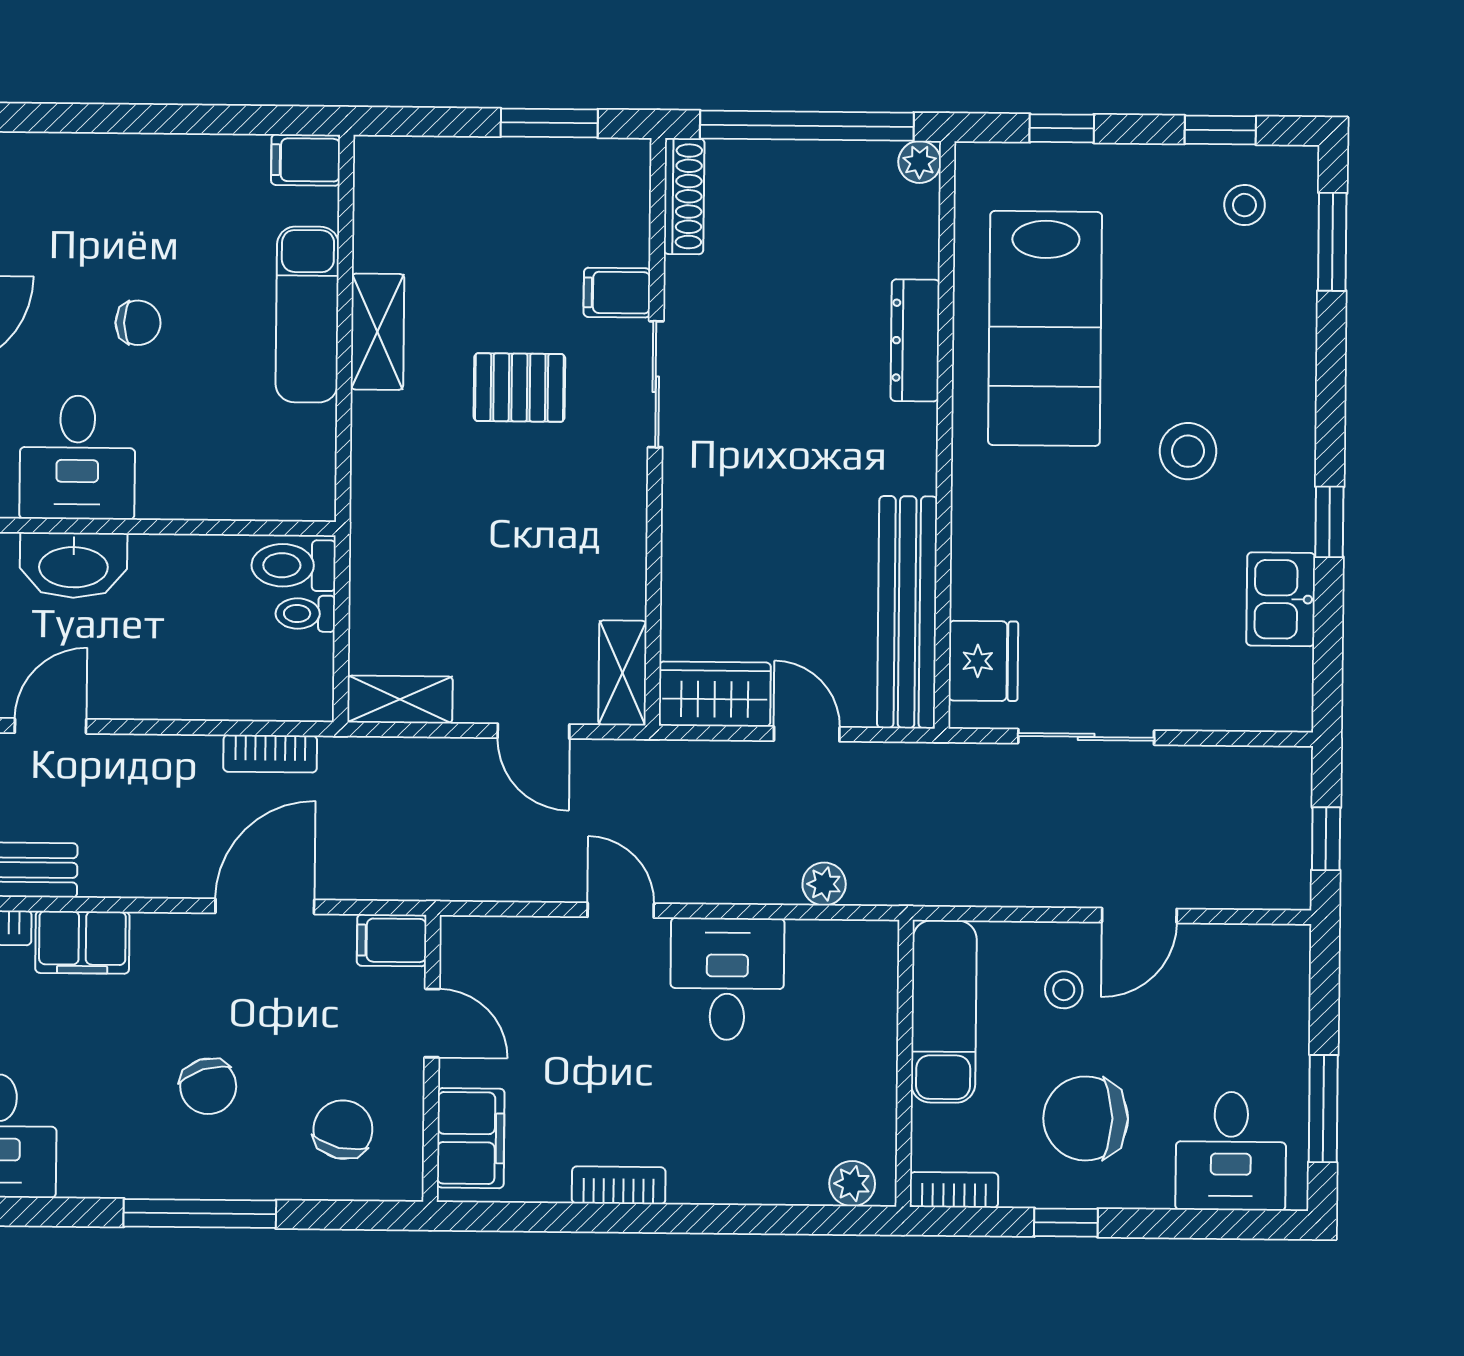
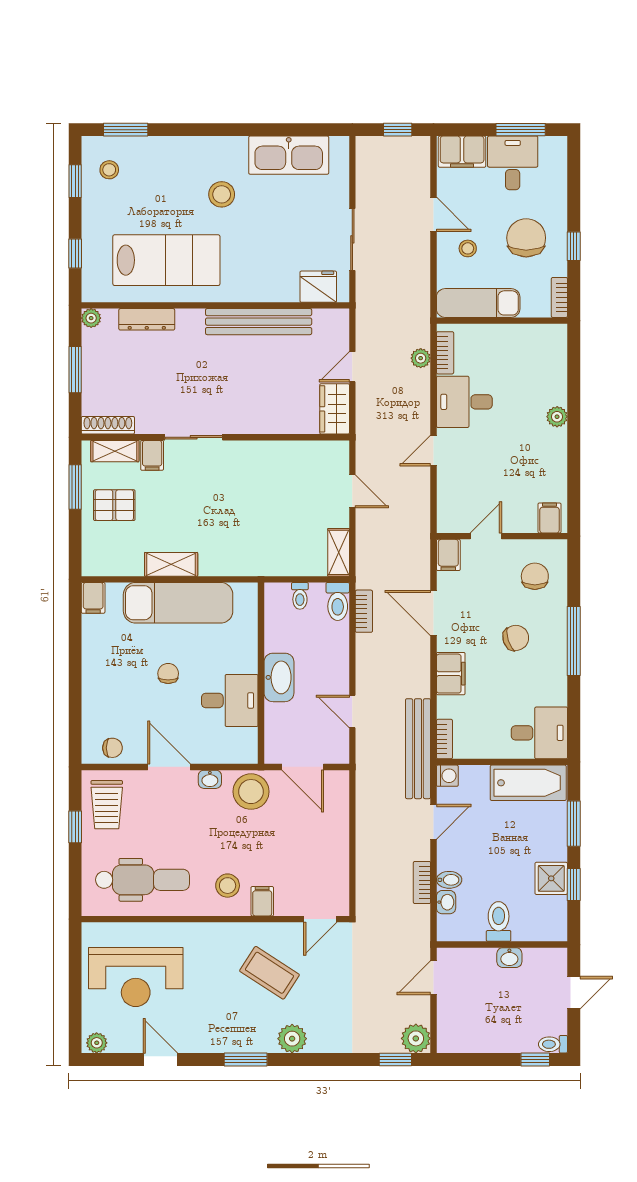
window: (807, 126) -> (75, 370), width x0.47
exam couch: (307, 314) -> (178, 603), width x1.36, depth x1.45
dresser: (915, 340) -> (147, 319), moved
pallet: (519, 388) -> (114, 505), moved, turned 90
window: (1329, 522) -> (253, 130), removed
washbasin: (73, 565) -> (279, 677), moved
toilet: (294, 565) -> (338, 601), moved
kitchen sink: (1281, 599) -> (289, 155), width x1.88, depth x1.24
bench: (907, 612) -> (259, 322), moved
shelving: (622, 673) -> (115, 451), moved
door: (533, 731) -> (352, 491), hinge flipped
filing cabinet: (82, 942) -> (451, 674), moved
filing cabinet: (1276, 980) -> (462, 152), added
chair: (1086, 1118) -> (526, 238), turned 180
chair: (343, 1130) -> (535, 576), turned 77
filing cabinet: (471, 1138) -> (549, 518), width x0.50
desk: (1231, 1151) -> (513, 163), moved, turned -90
plant: (852, 1184) -> (557, 417), moved
bookcase: (619, 1185) -> (445, 353), moved, turned 180

